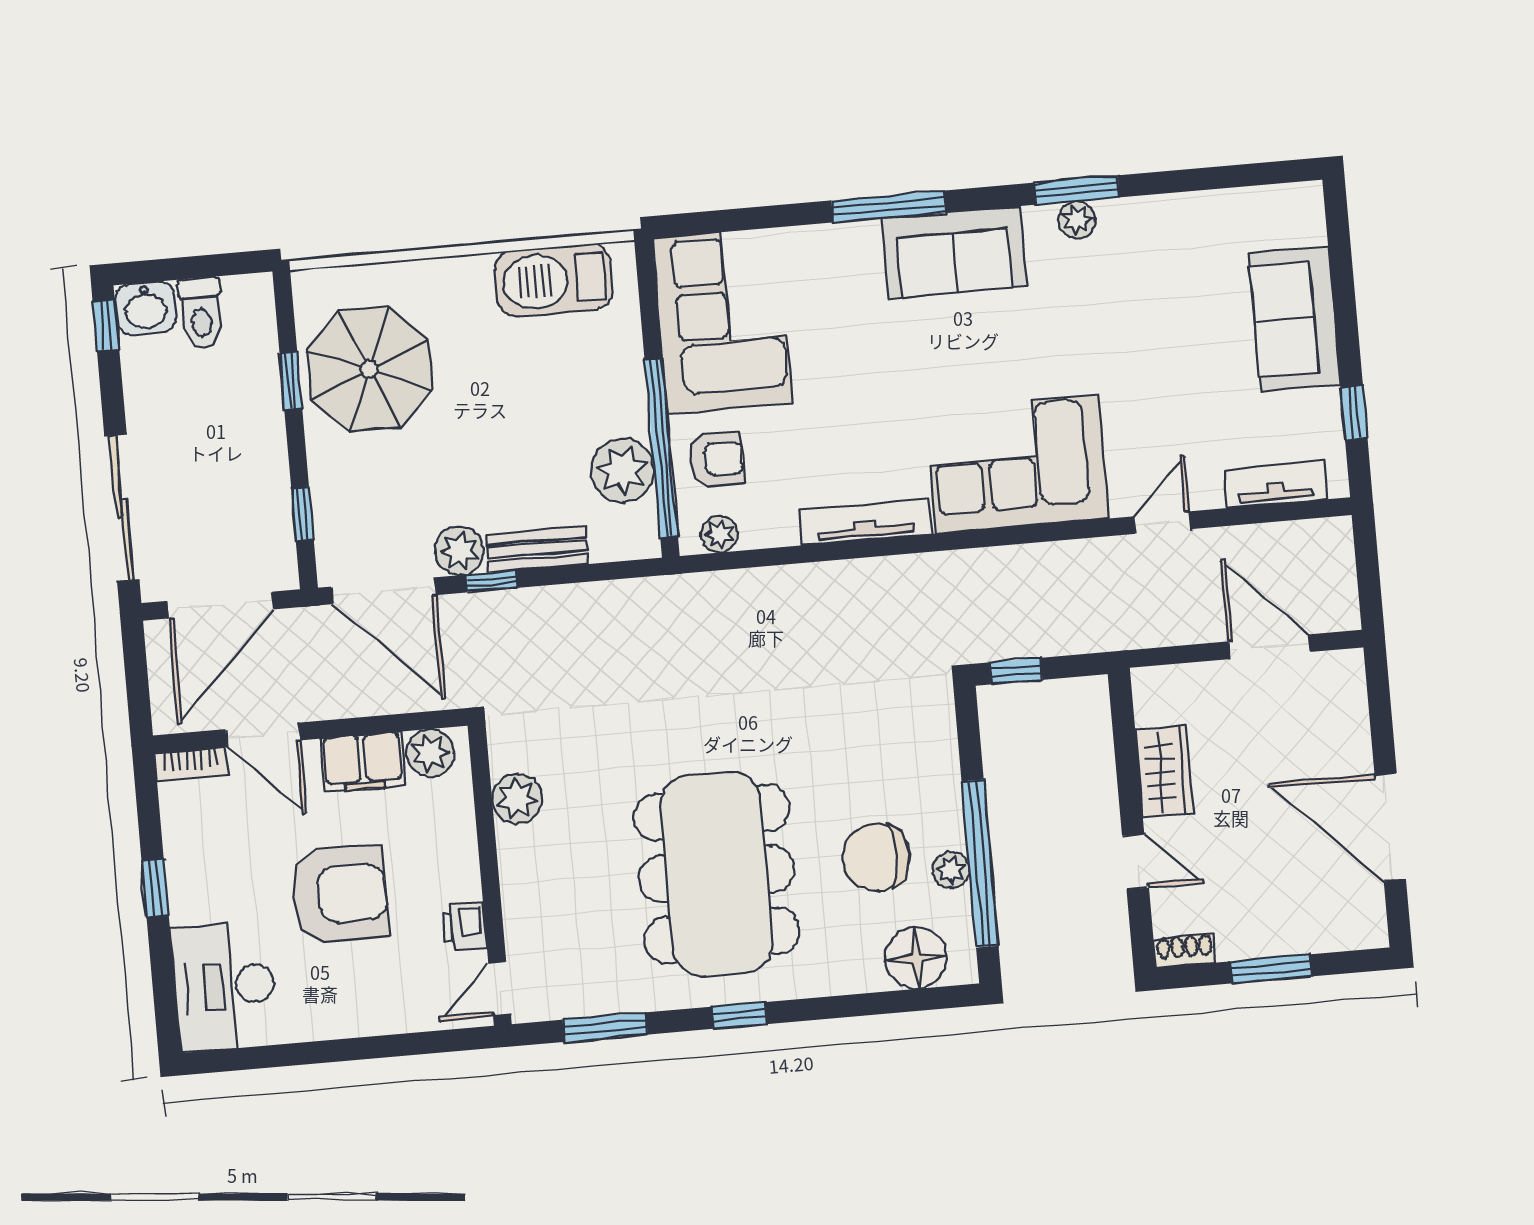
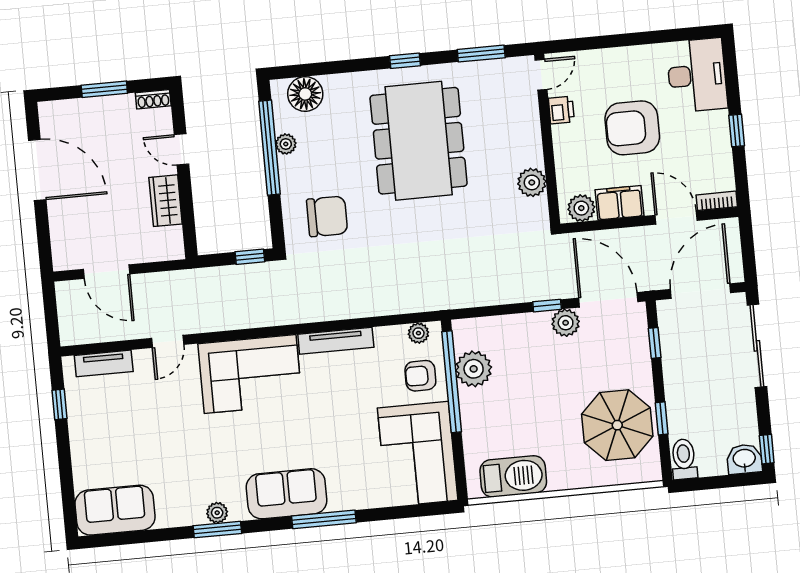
toilet: (201, 313) -> (684, 459), moved
sofa: (1294, 319) -> (115, 510), moved, turned -90
bench: (537, 549) -> (521, 324), removed
chair: (876, 857) -> (327, 216), moved

